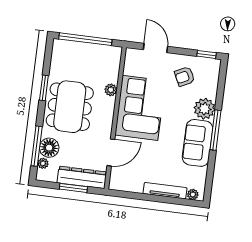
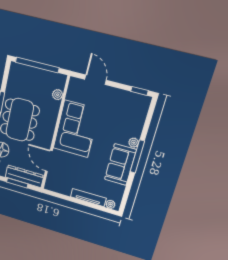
armchair: (185, 76) -> (117, 108), removed
plant: (111, 90) -> (58, 95), moved
plant: (204, 109) -> (134, 143), width x0.53, depth x0.53
door: (111, 152) -> (49, 161), swing flipped

